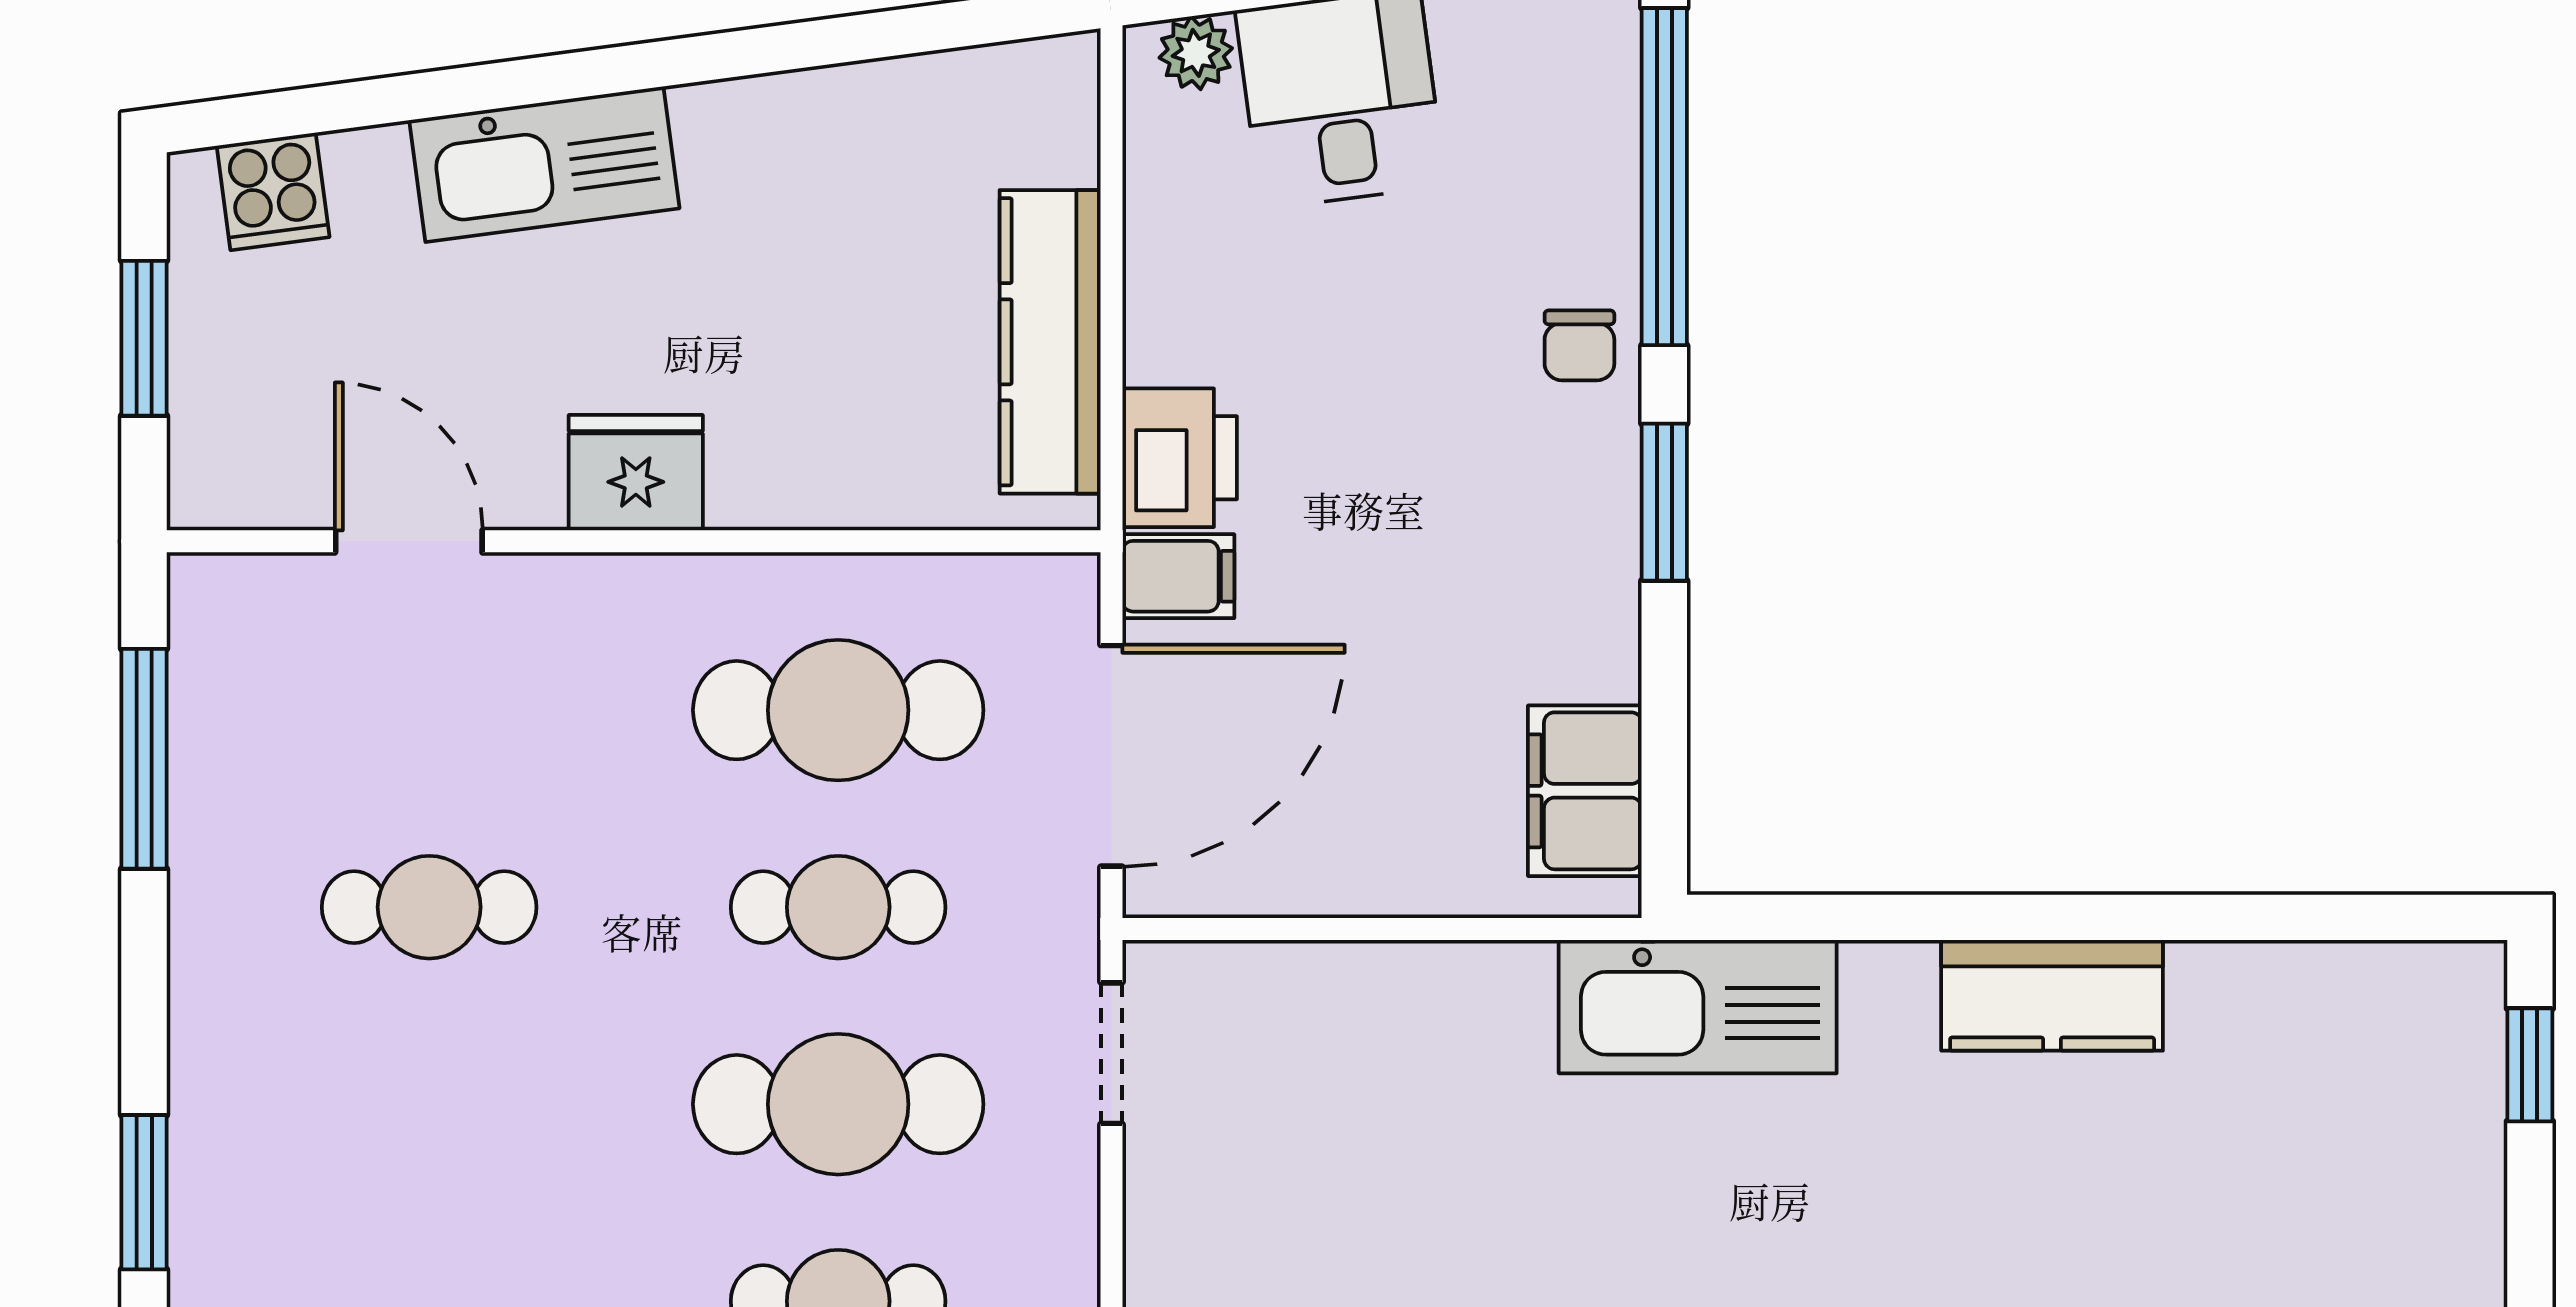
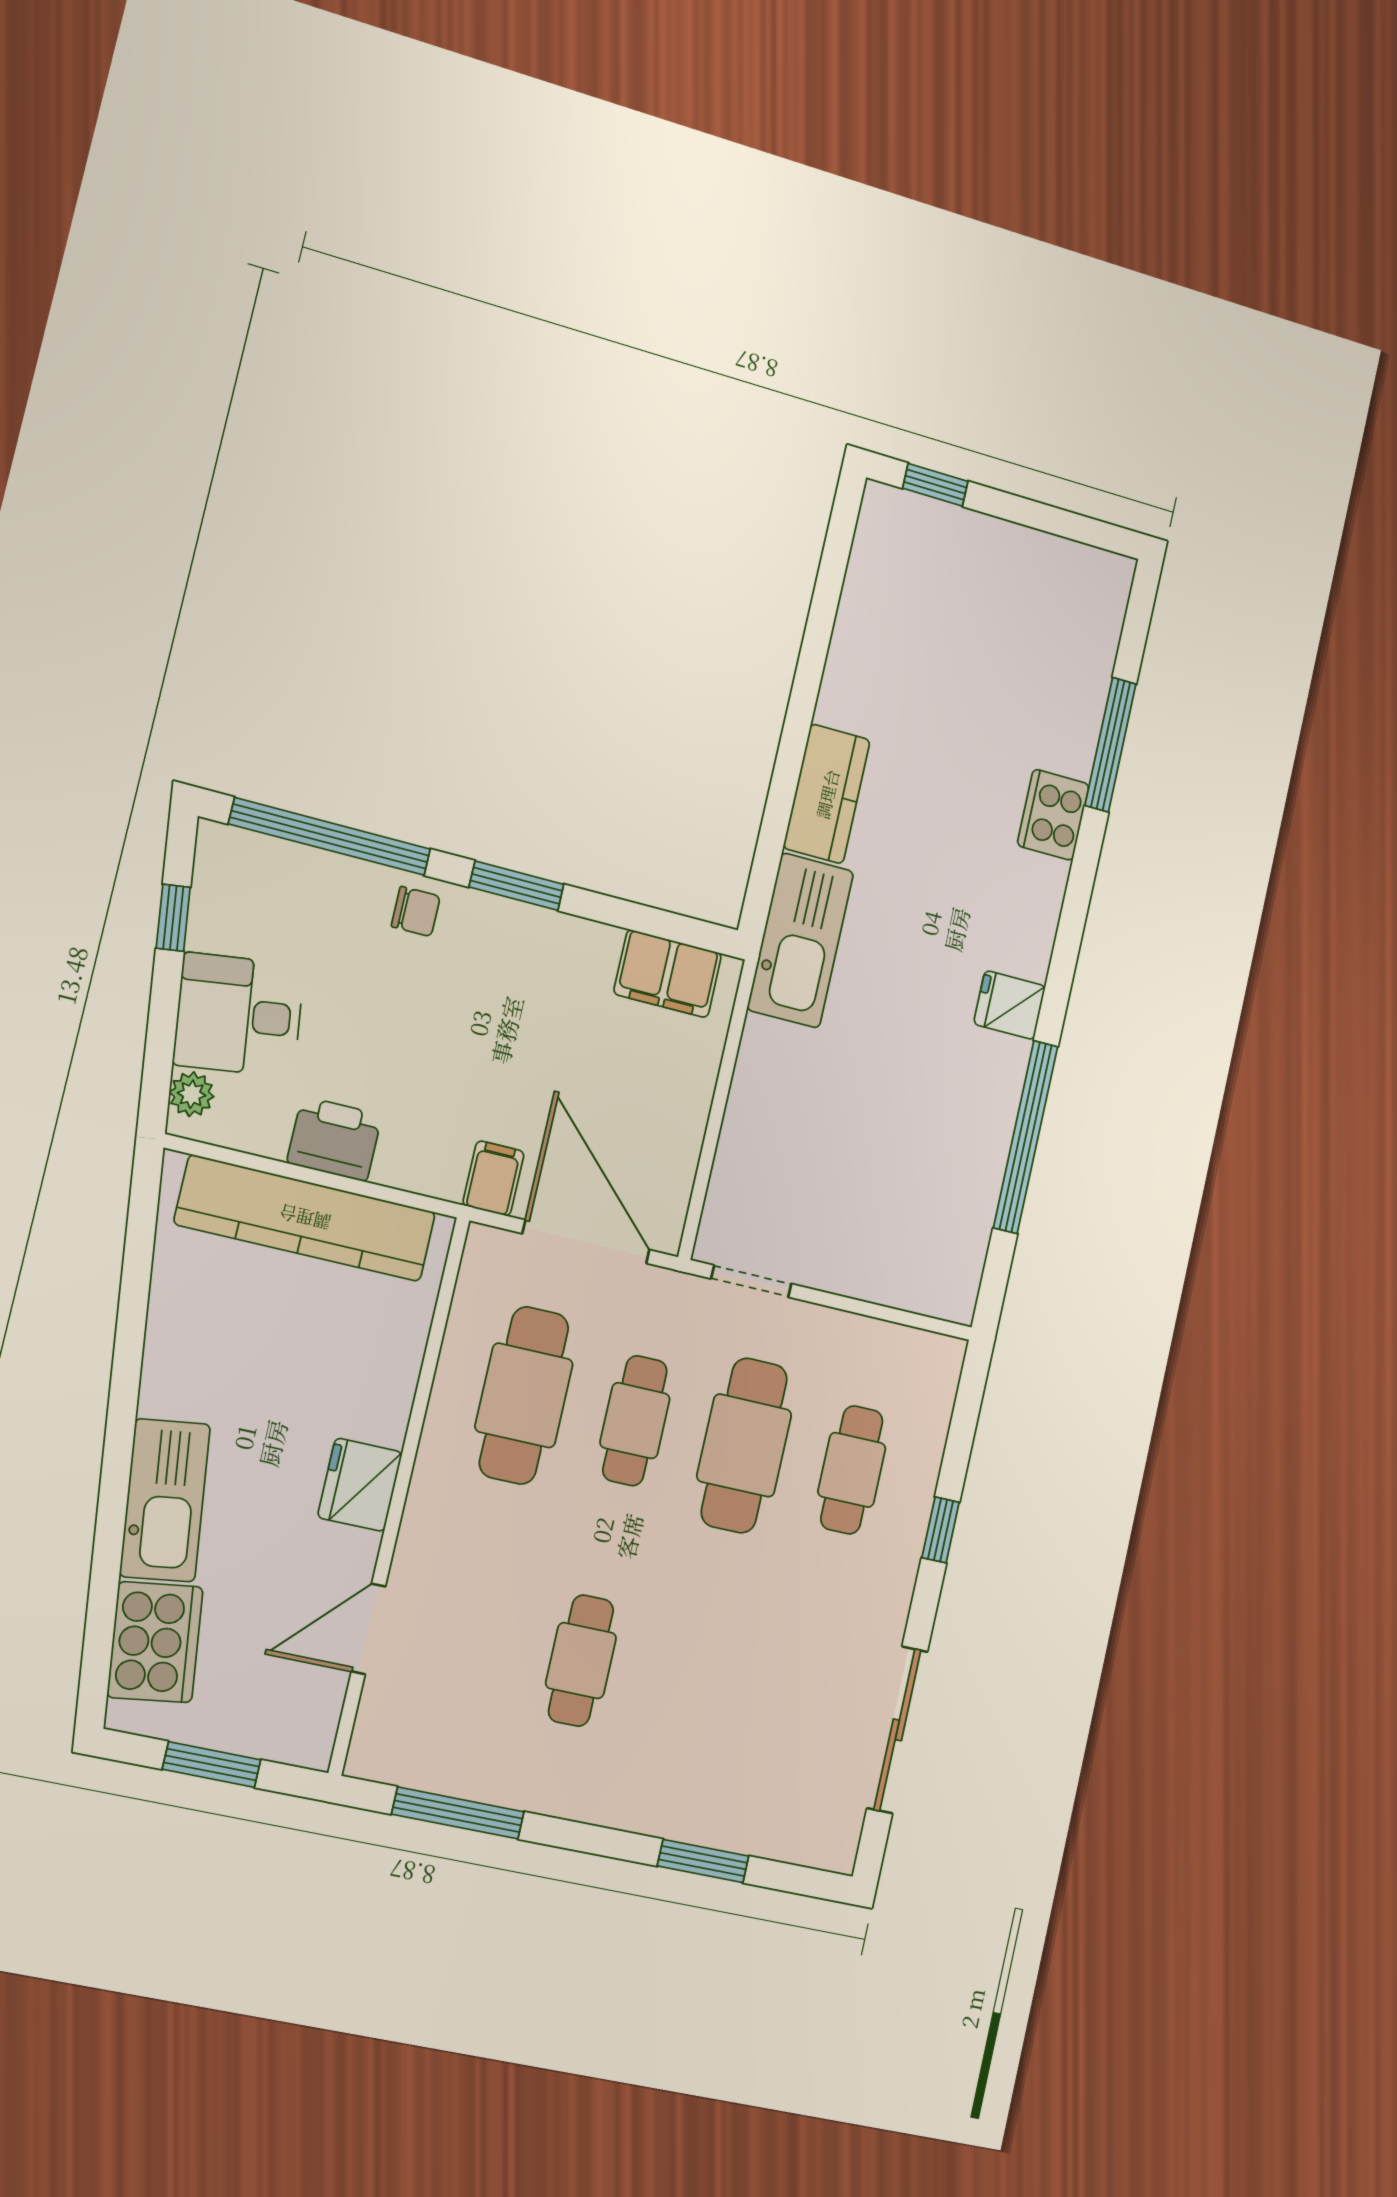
cooker: (273, 191) -> (155, 1642), width x1.87, depth x1.31
kitchen counter: (1050, 342) -> (305, 1218), width x1.39, depth x1.17
printer: (1180, 458) -> (334, 1139), moved
kitchen counter: (2052, 995) -> (827, 794), moved

